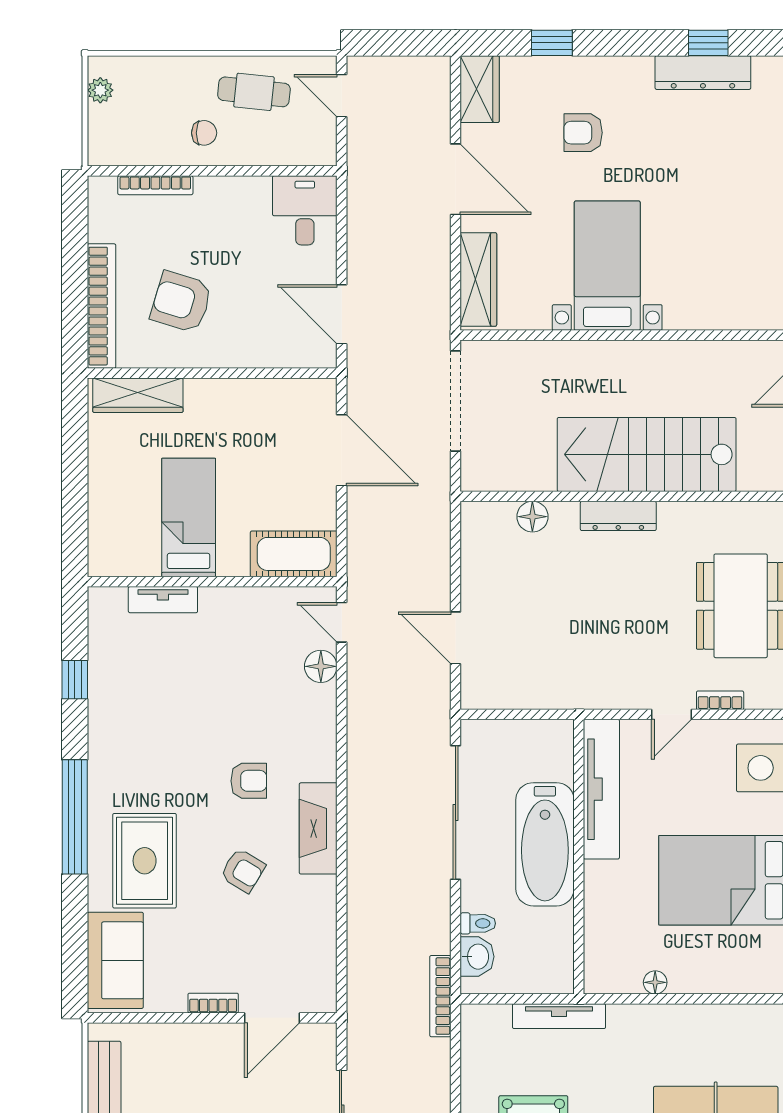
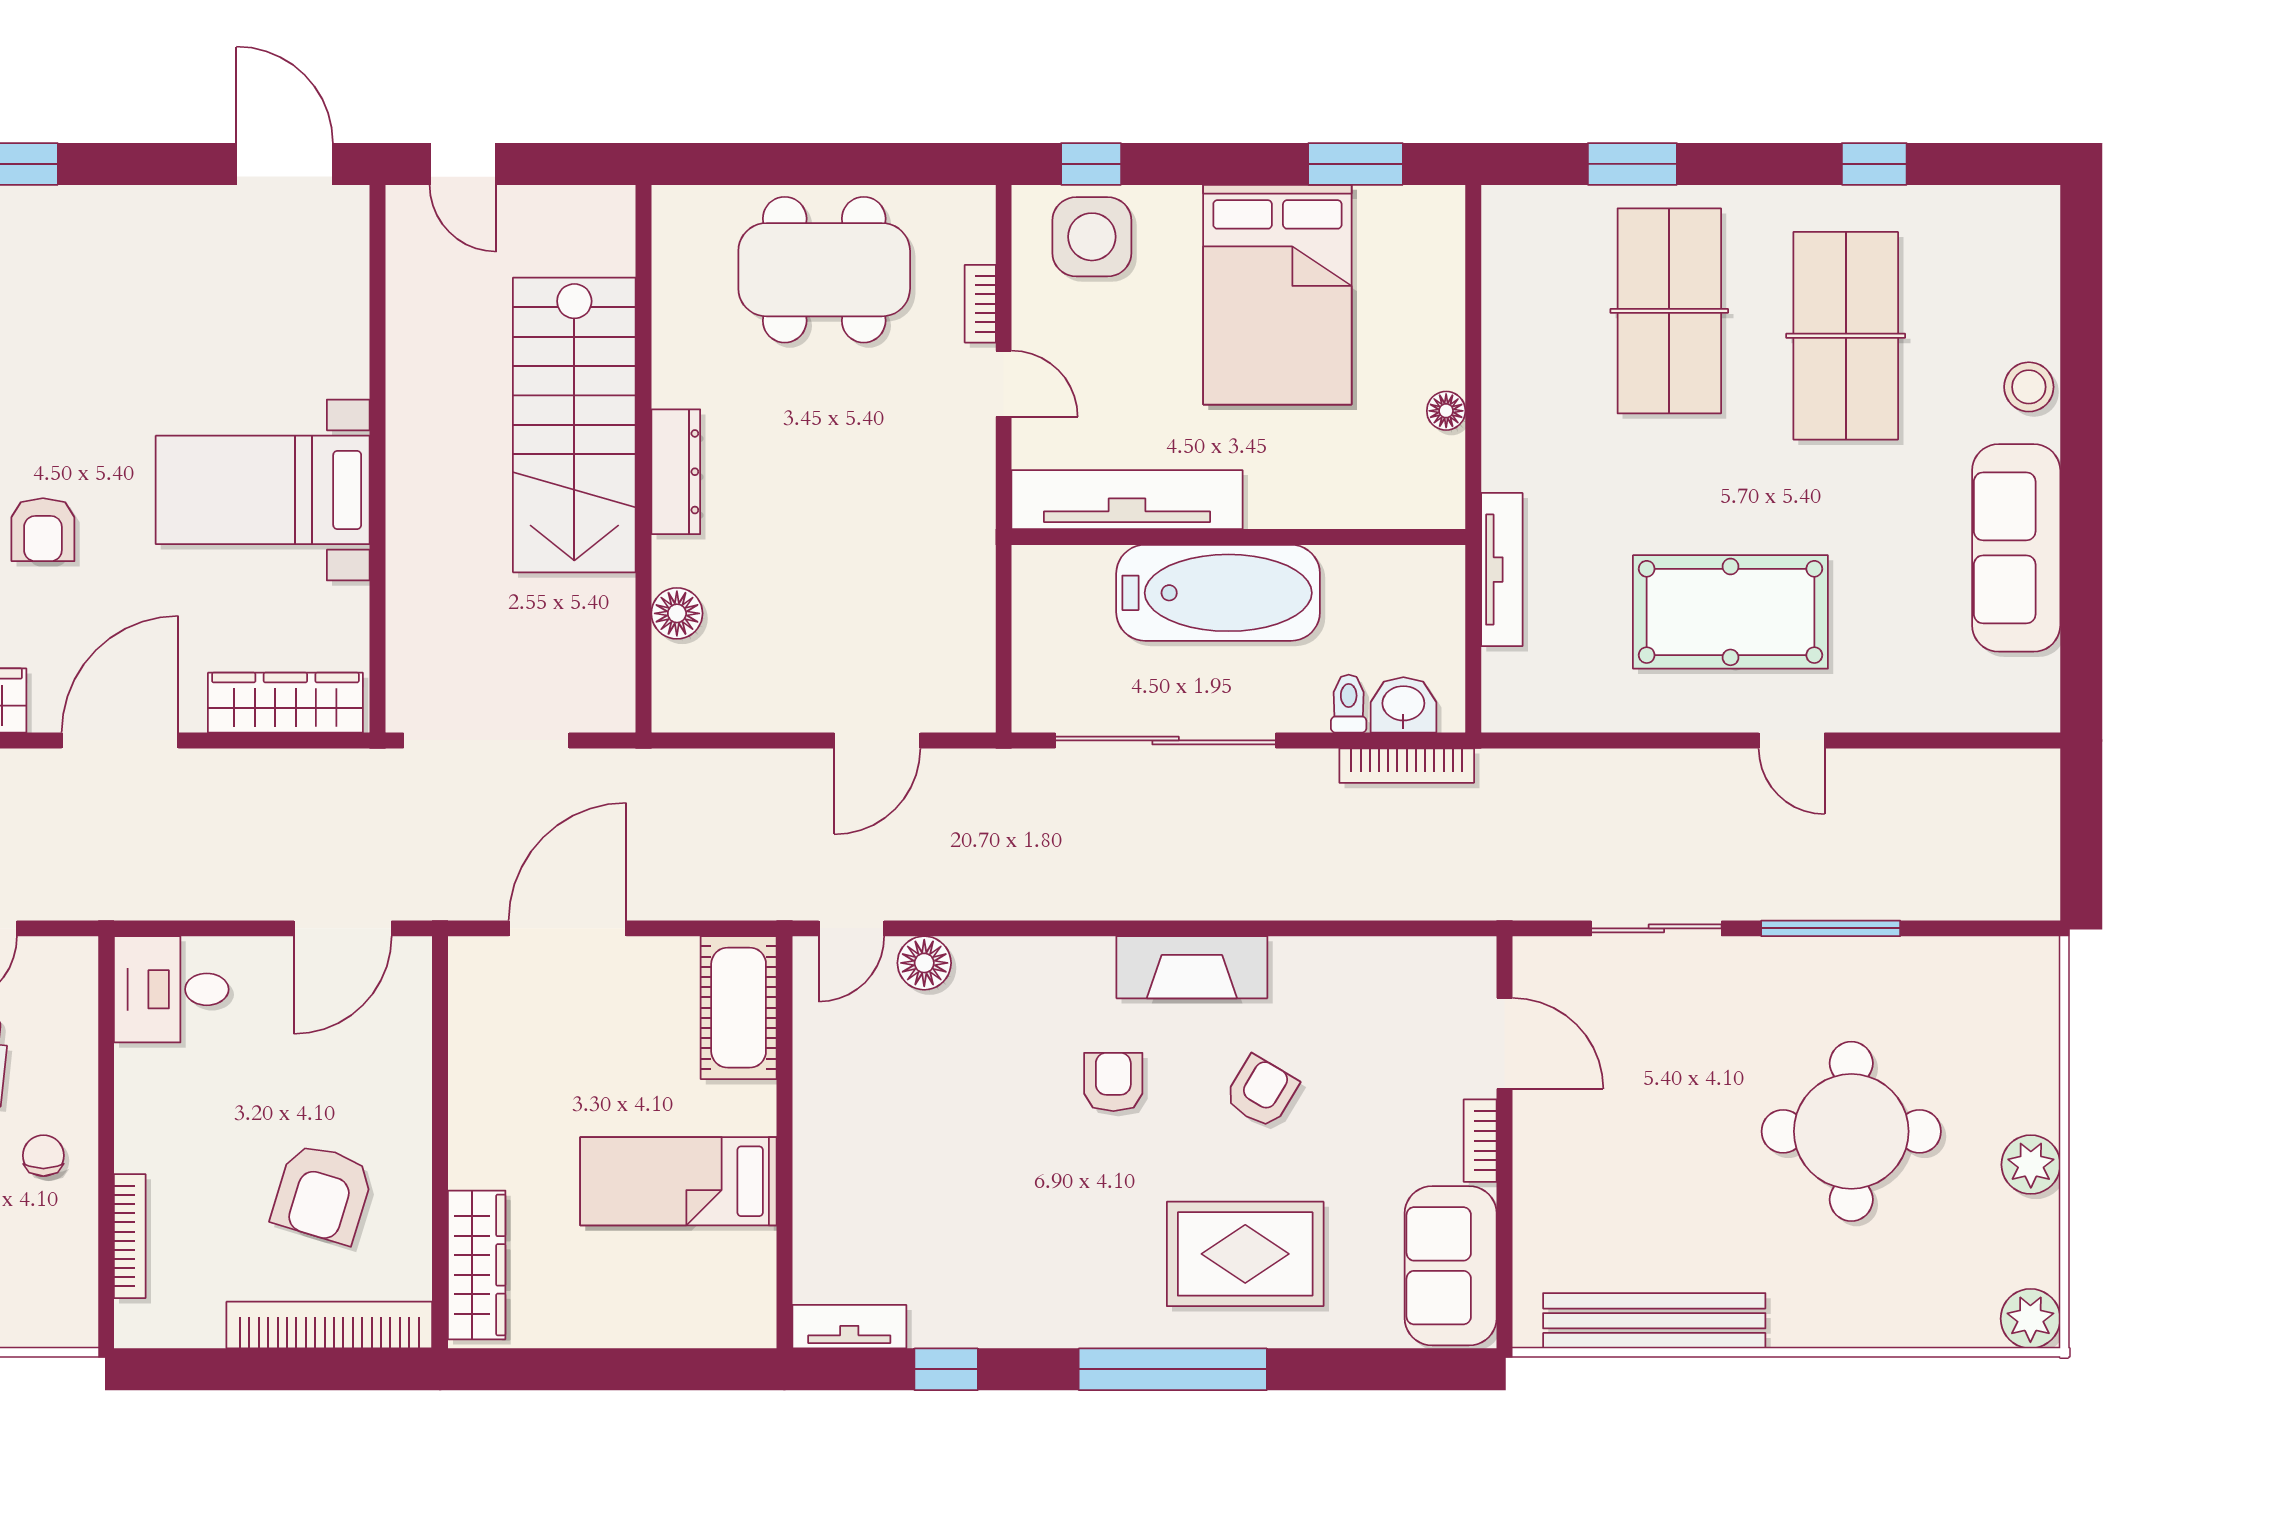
tv unit: (163, 600) -> (849, 1327), moved, turned -90
sofa: (115, 960) -> (1451, 1266), moved, turned -90
bookcase: (440, 996) -> (1407, 766), moved

